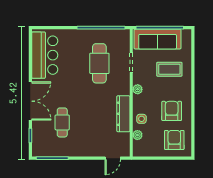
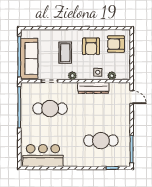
coffee table: (169, 69) -> (65, 53), moved
double door: (30, 101) -> (82, 168), removed
armchair: (172, 111) -> (91, 46), turned -90
cafe table: (62, 122) -> (101, 141), width x1.37, depth x1.35

